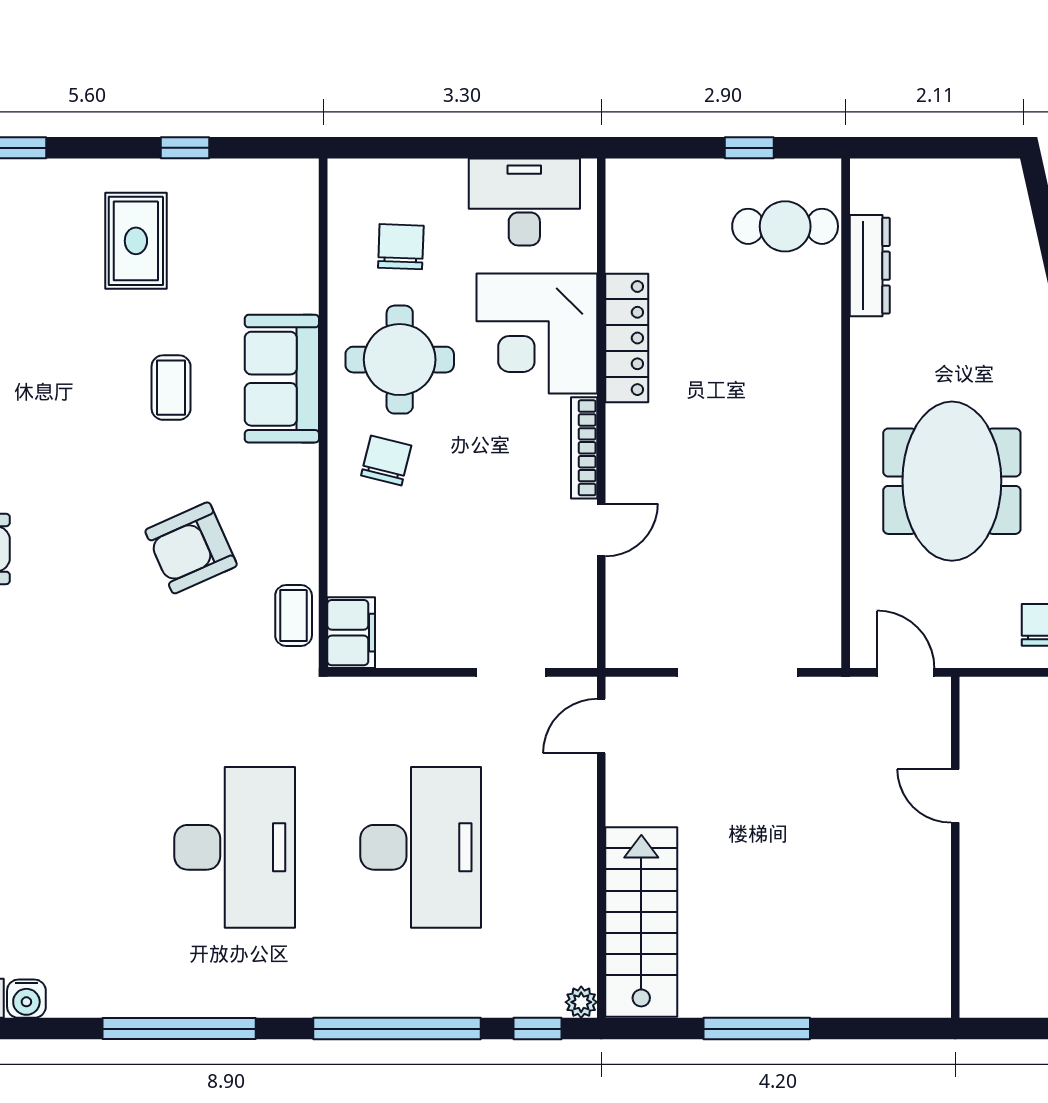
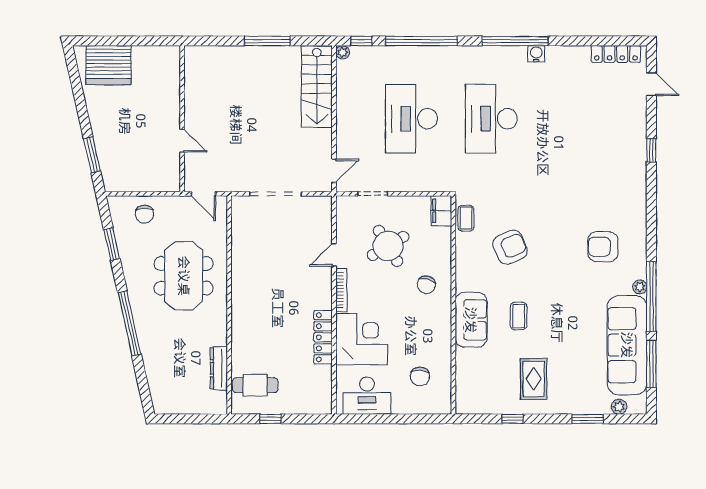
round table: (400, 360) -> (388, 246), moved, turned -31
water cooler: (26, 999) -> (536, 54), moved

